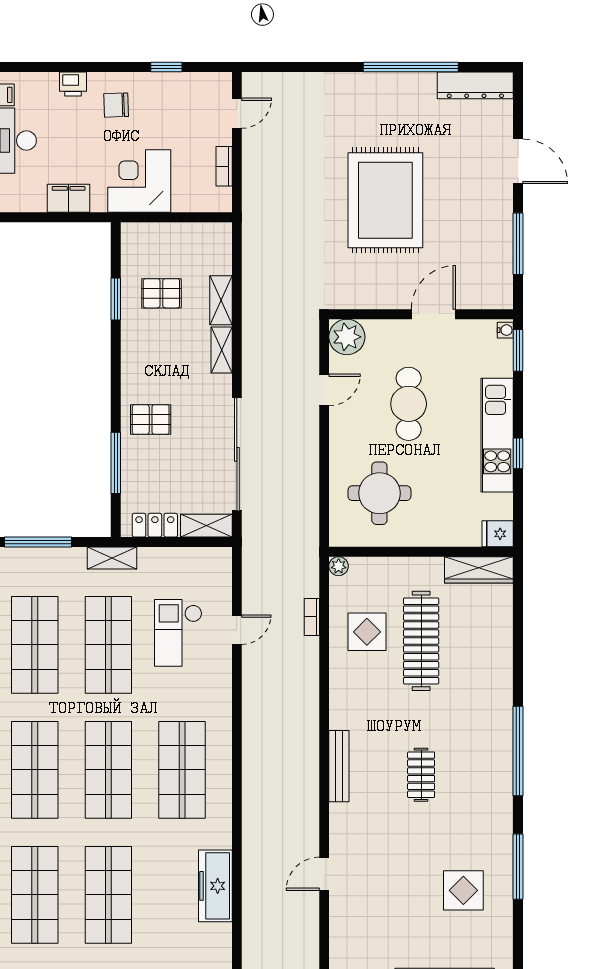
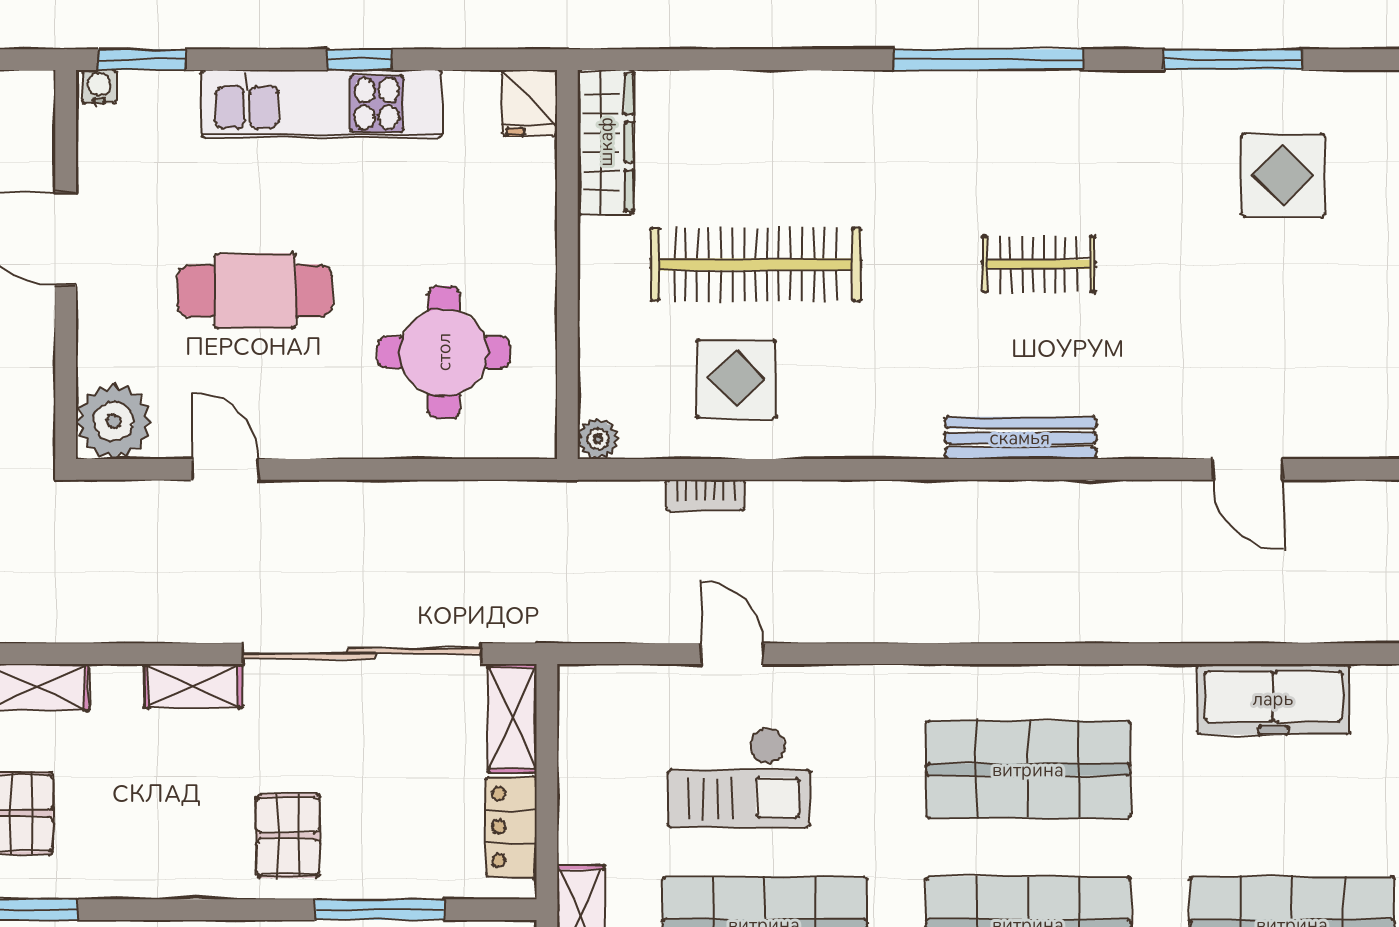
shelving: (222, 350) -> (193, 686), moved

